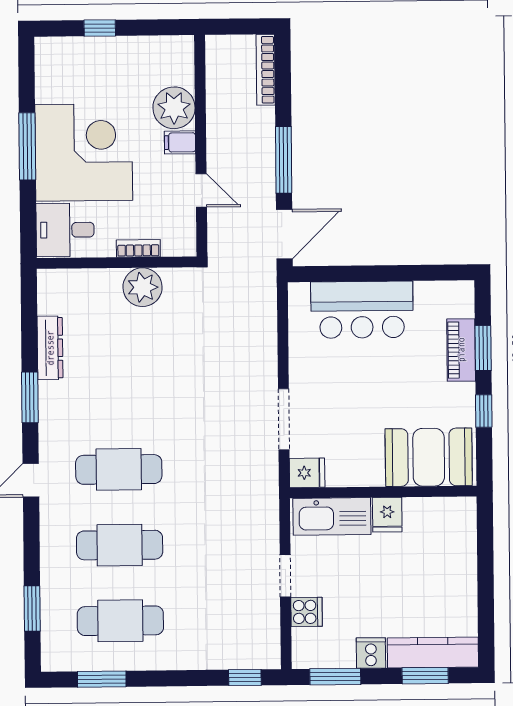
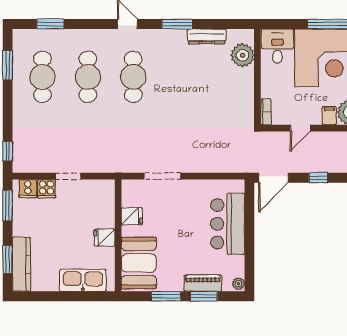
window: (284, 160) -> (318, 178), width x0.46
door: (284, 234) -> (273, 178), hinge flipped
bookcase: (138, 248) -> (266, 112), moved
plant: (142, 287) -> (243, 55), moved
plant: (461, 291) -> (238, 284), added
window: (484, 411) -> (166, 296), width x1.50
fridge: (307, 473) -> (132, 216), moved, turned -90
kitchen sink: (332, 516) -> (83, 280), moved, turned 90
cooker: (371, 653) -> (28, 189), moved, turned 90

